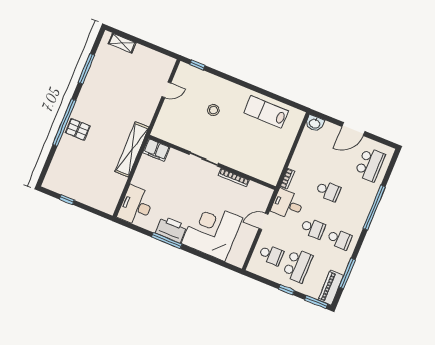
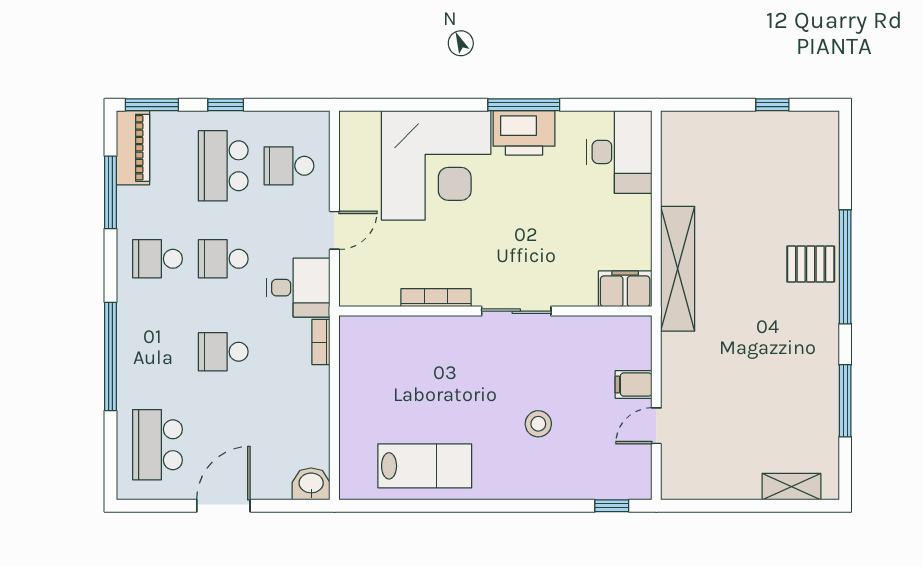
filing cabinet: (169, 110) -> (634, 385), added

